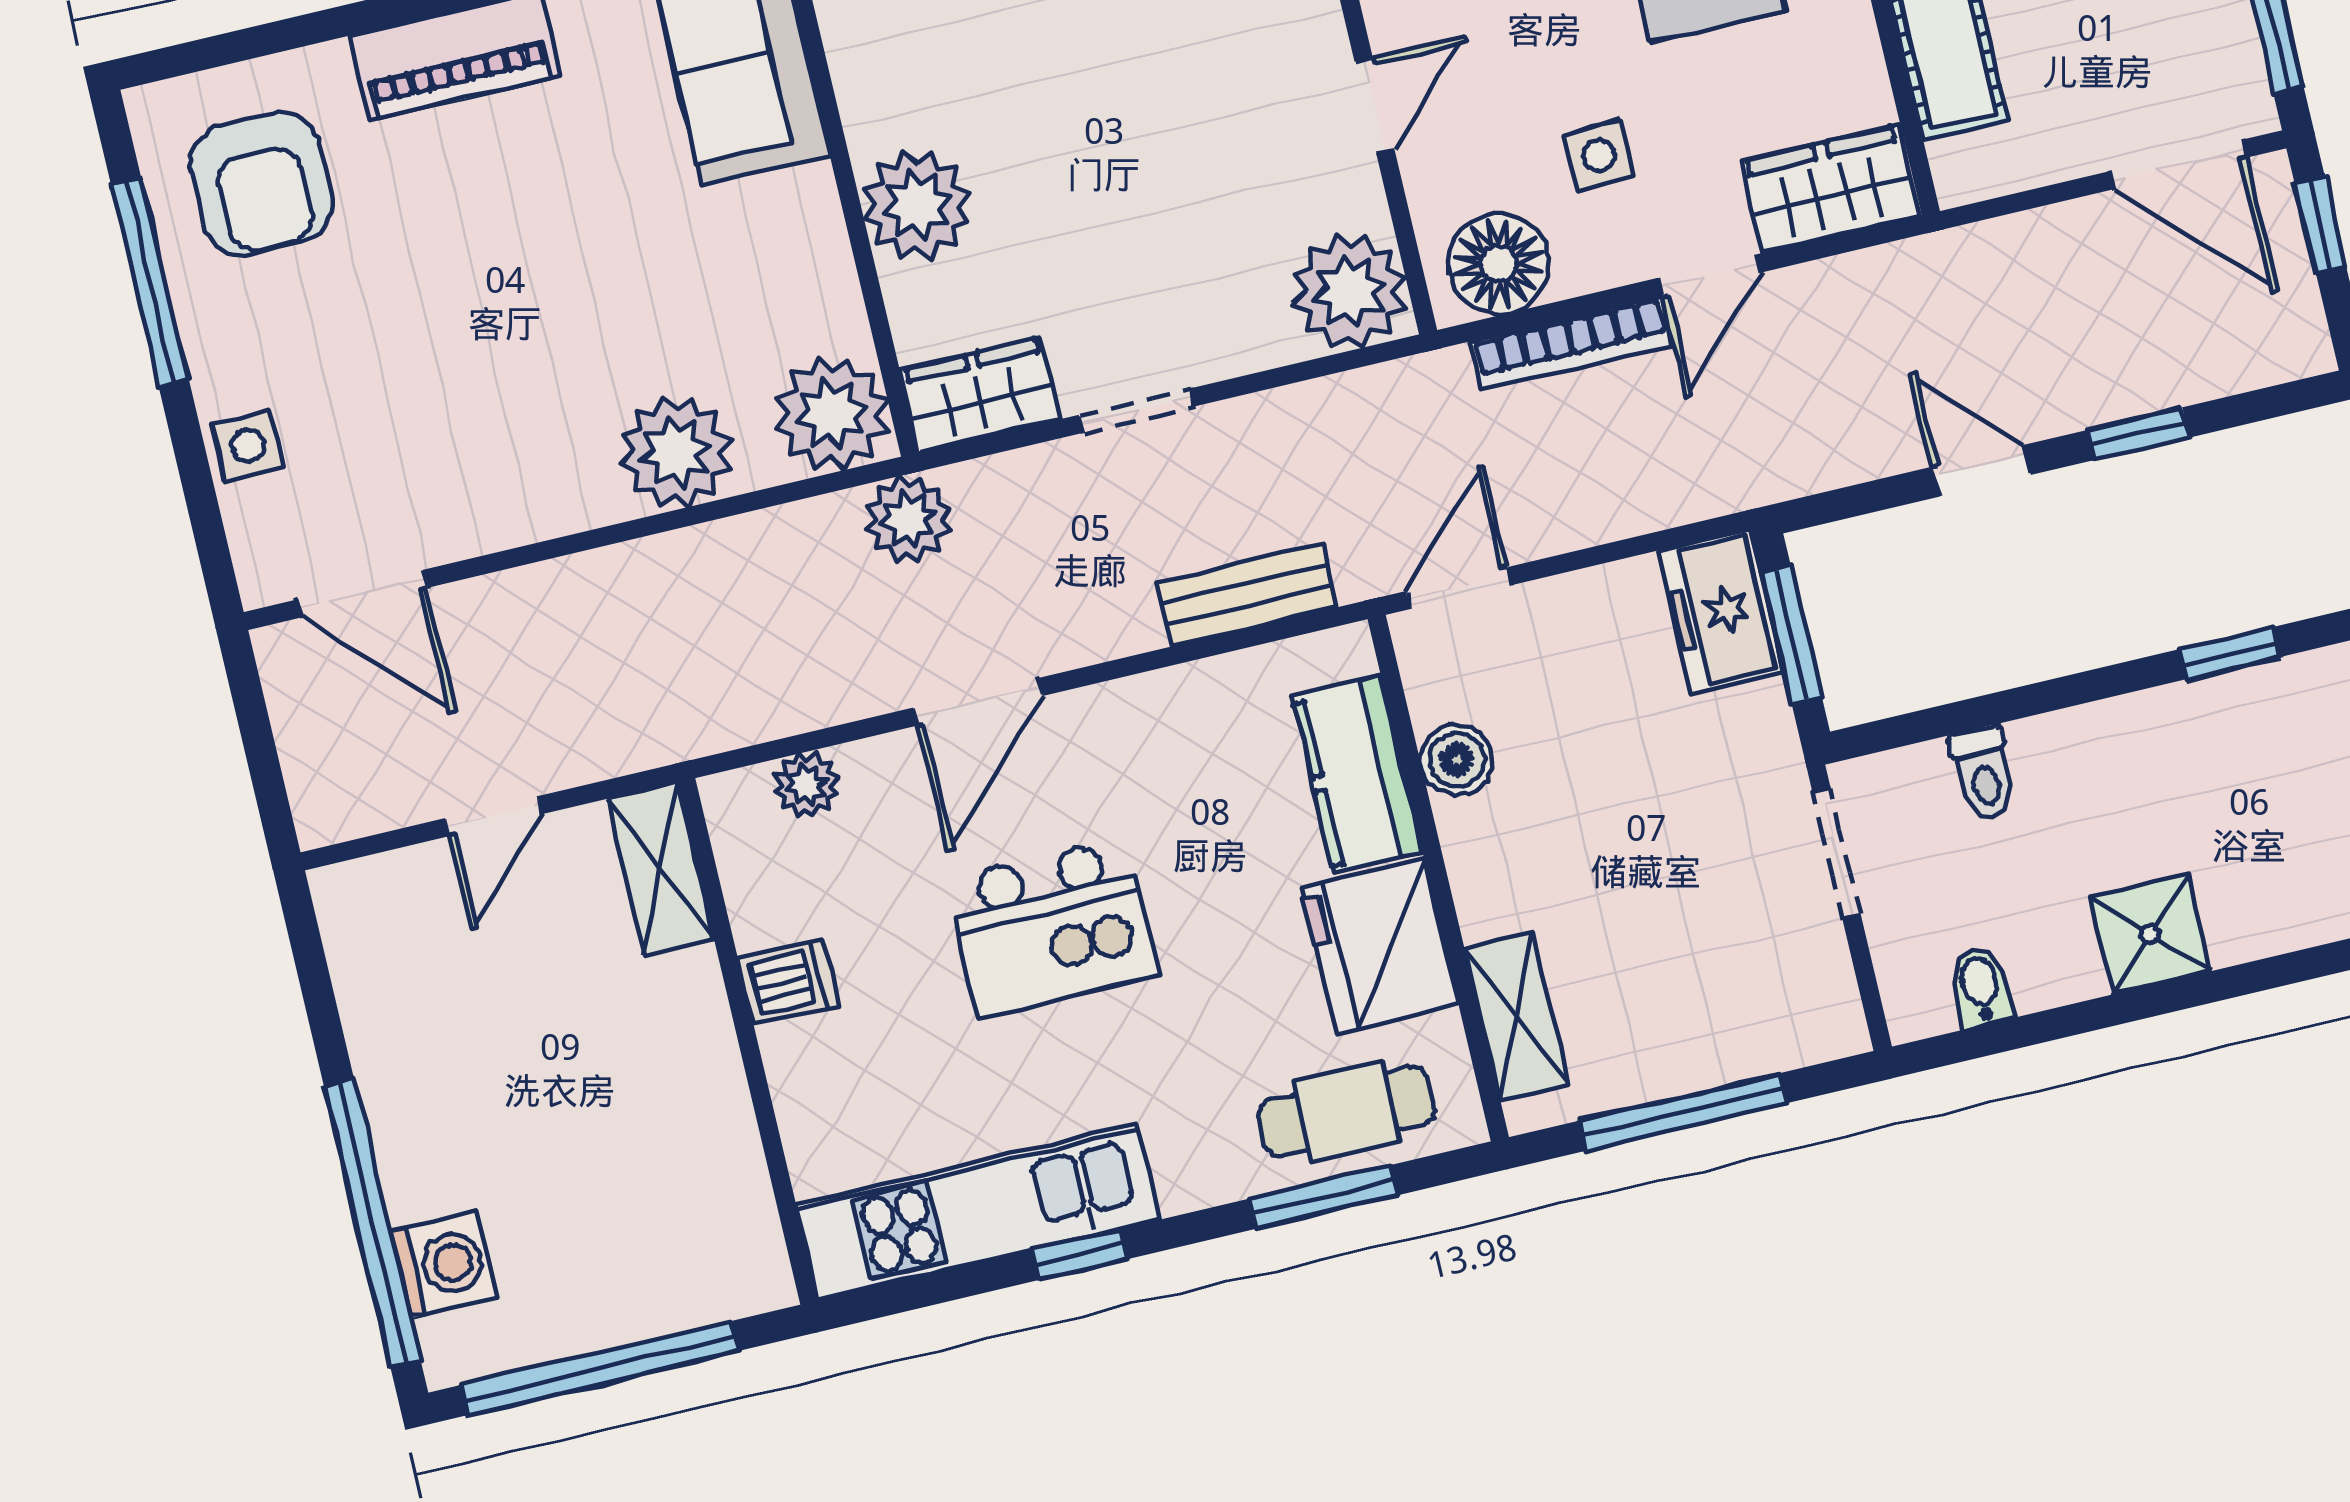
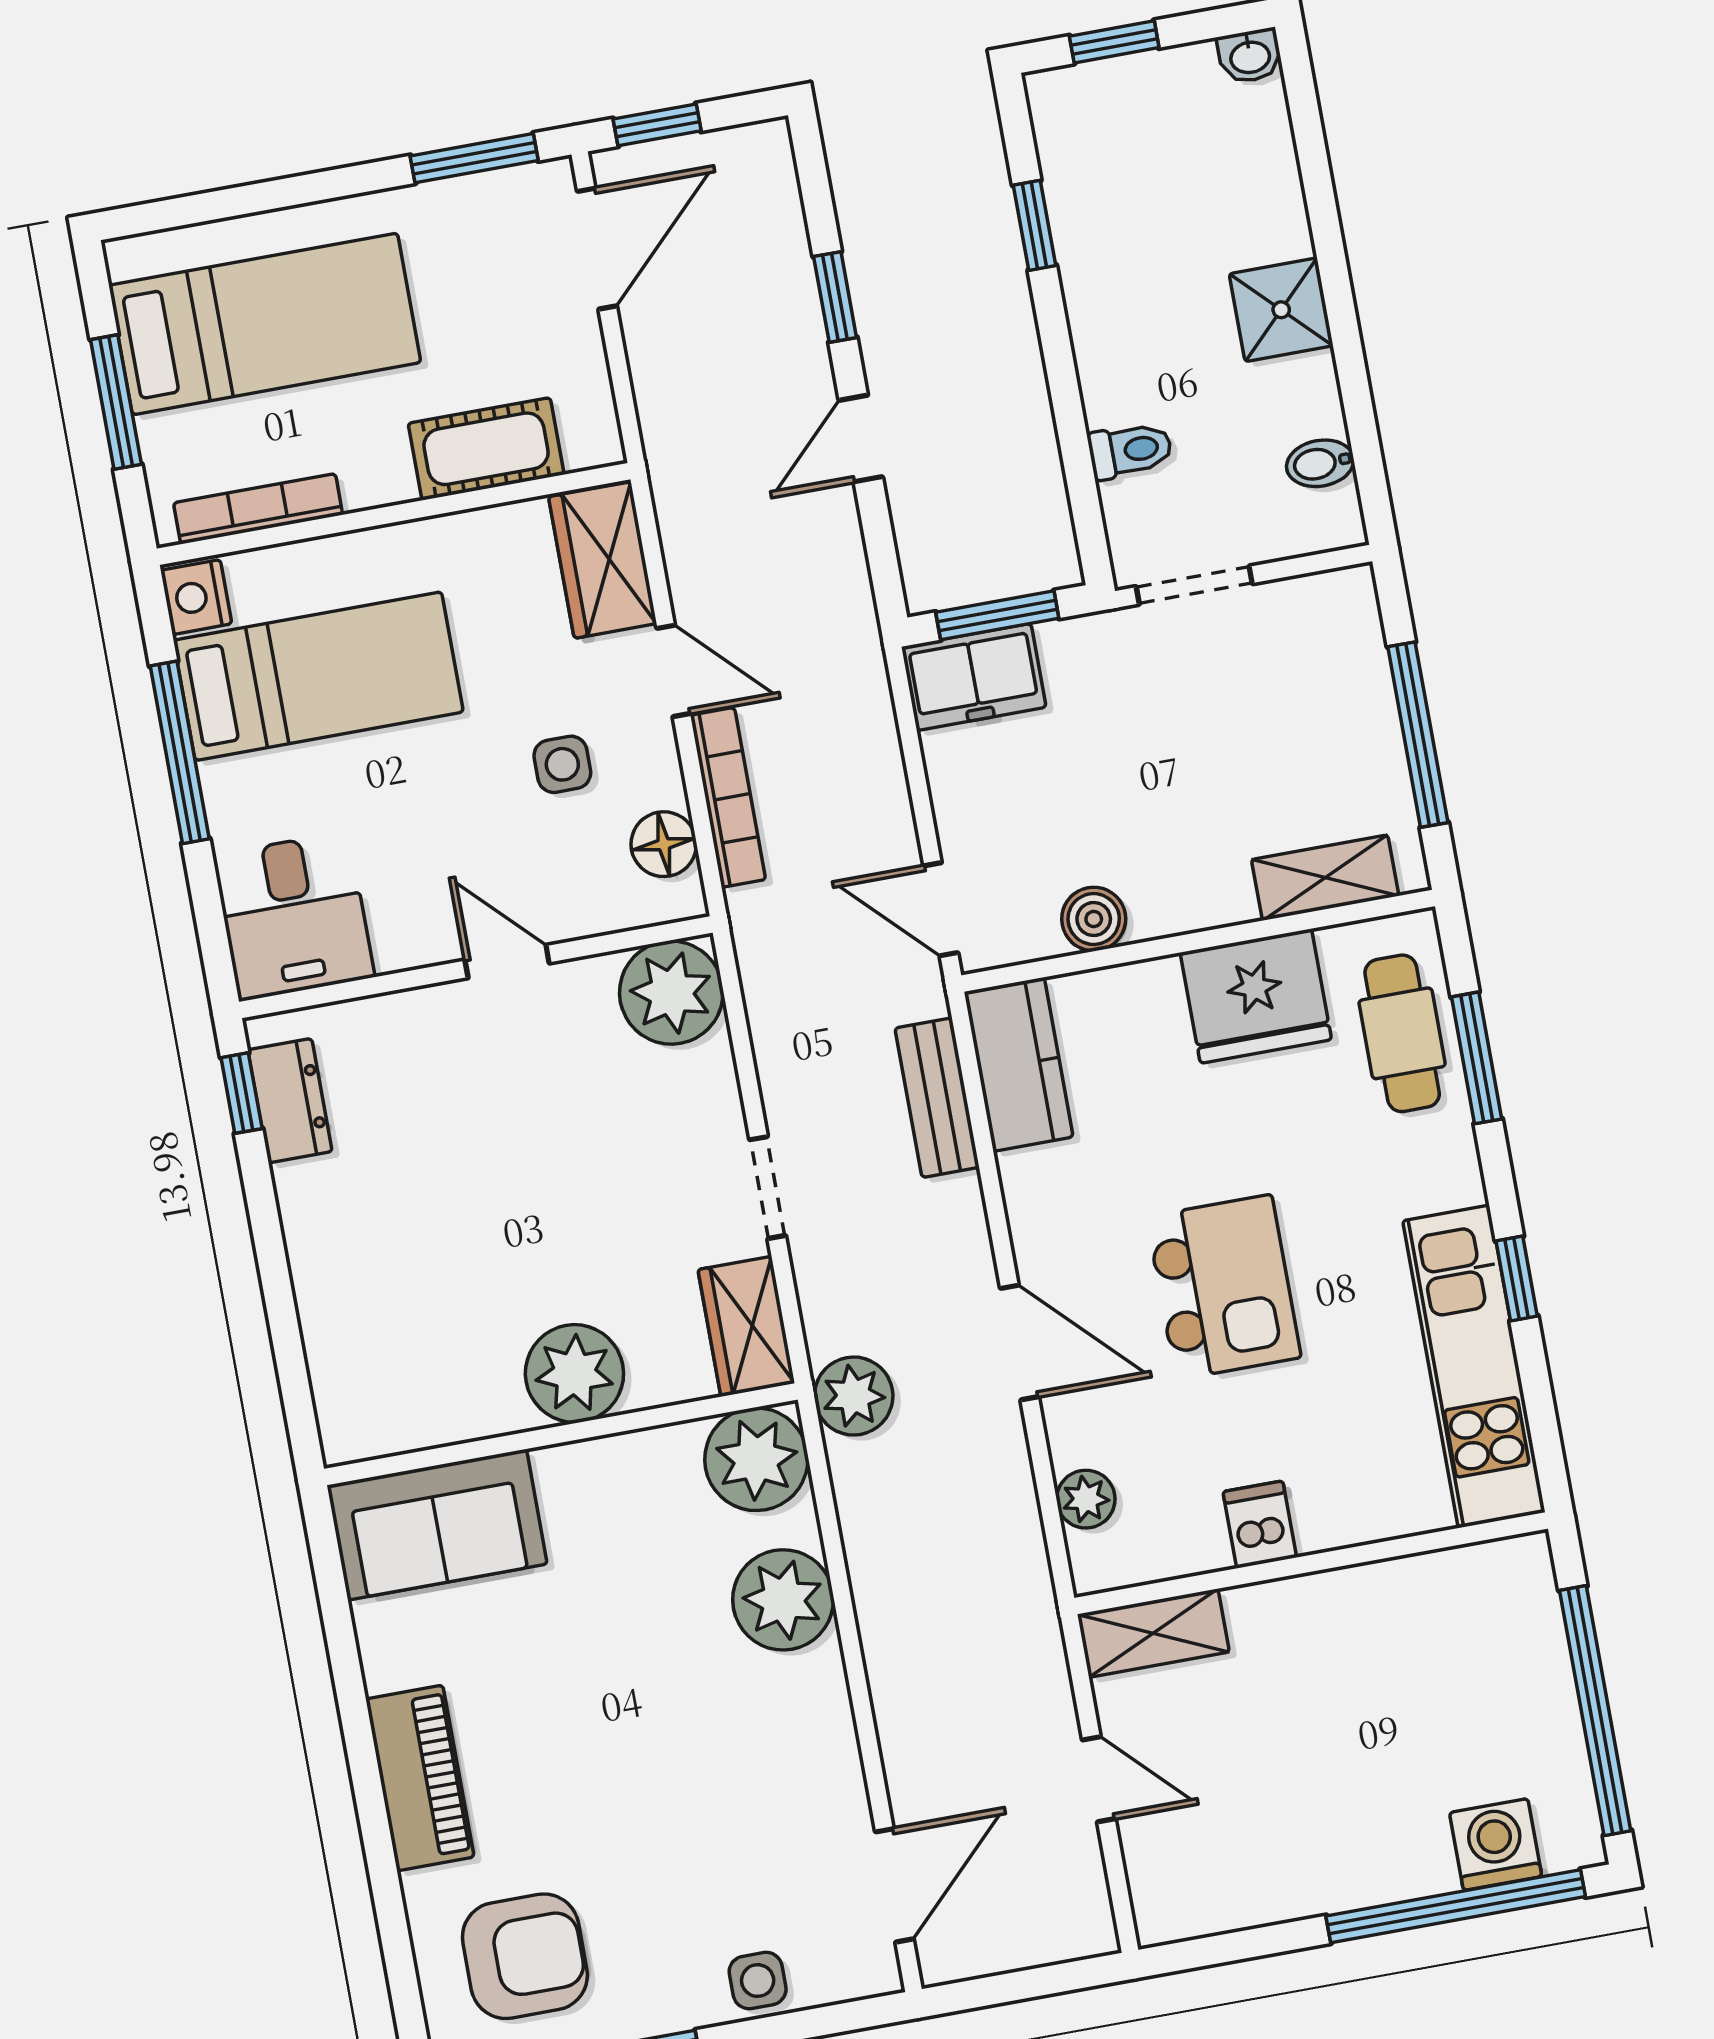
floor lamp: (1499, 264) -> (664, 844), width x0.73, depth x0.73
kitchen counter: (1357, 775) -> (1019, 1064), moved, turned -90

